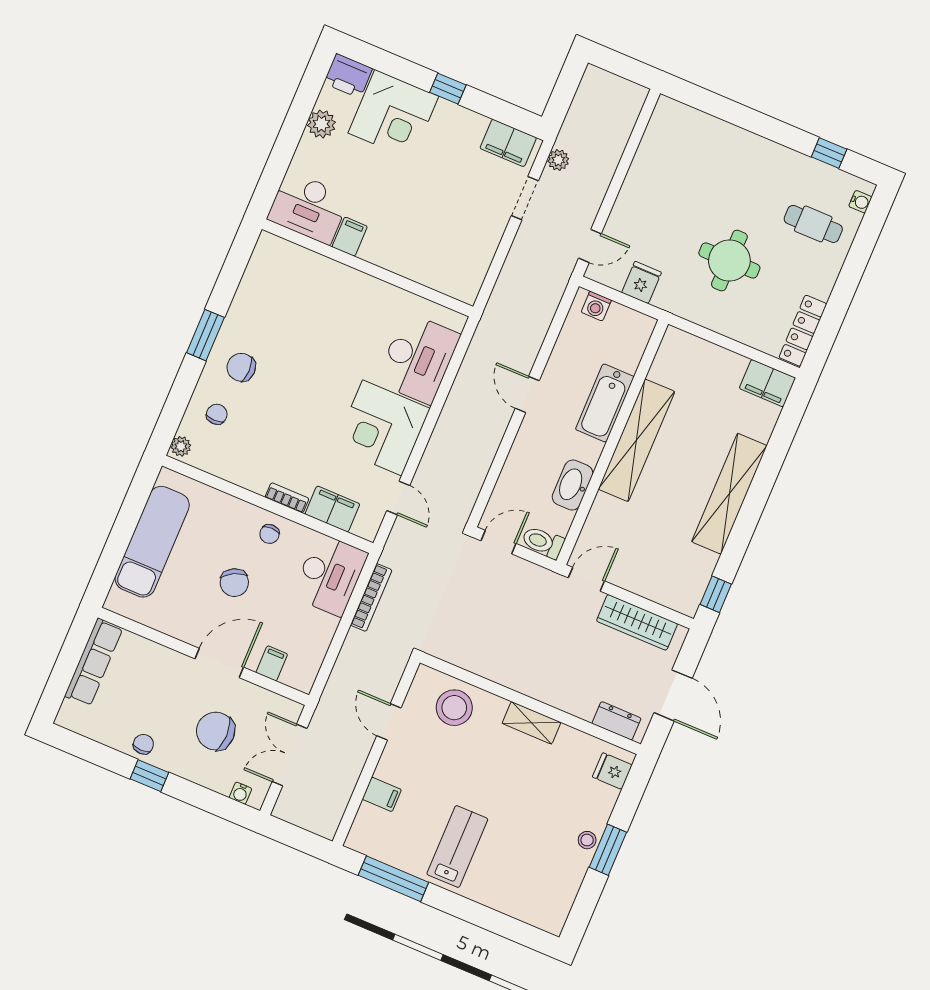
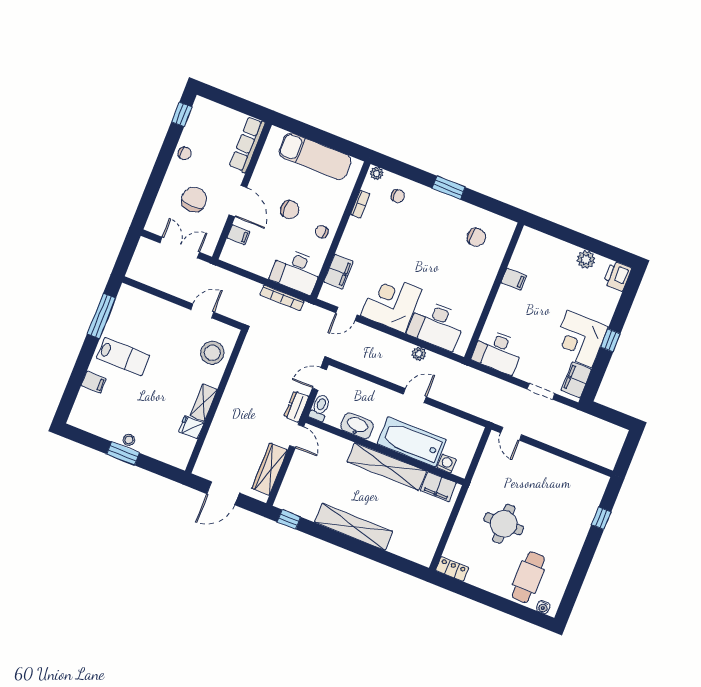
corner desk: (393, 115) -> (580, 339), moved
window: (829, 153) -> (601, 518), moved
plant: (558, 160) -> (419, 354), moved
desk: (308, 208) -> (498, 352), moved, turned -90
cafe table: (813, 224) -> (528, 577), width x1.37, depth x1.35
fridge: (642, 282) -> (488, 467), removed
washing machine: (596, 306) -> (447, 464), moved, turned 90
locker: (803, 331) -> (452, 569), width x0.66
chair: (241, 367) -> (476, 237), moved, turned 90
filing cabinet: (767, 383) -> (438, 487), moved, turned -90
bathtub: (605, 403) -> (412, 442), width x1.36, depth x1.36
bookcase: (287, 498) -> (360, 204), moved
door: (498, 542) -> (319, 379), swing flipped
chair: (234, 583) -> (290, 210), turned -153
row of seats: (94, 662) -> (247, 144), moved, turned 90
dresser: (616, 721) -> (296, 407), moved, turned 180
fridge: (612, 771) -> (191, 427), moved, turned -90
window: (149, 776) -> (182, 114), moved
water cooler: (240, 793) -> (154, 216), removed
filing cabinet: (382, 794) -> (94, 382), moved, turned -90

